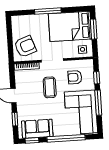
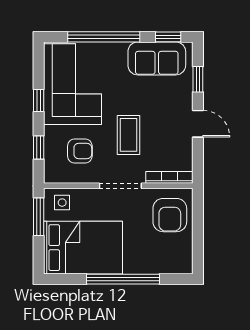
window: (48, 11) -> (123, 279), width x1.46
window: (94, 29) -> (39, 217), moved
armchair: (25, 46) -> (170, 215), turned -70
window: (98, 103) -> (39, 100), width x0.46

